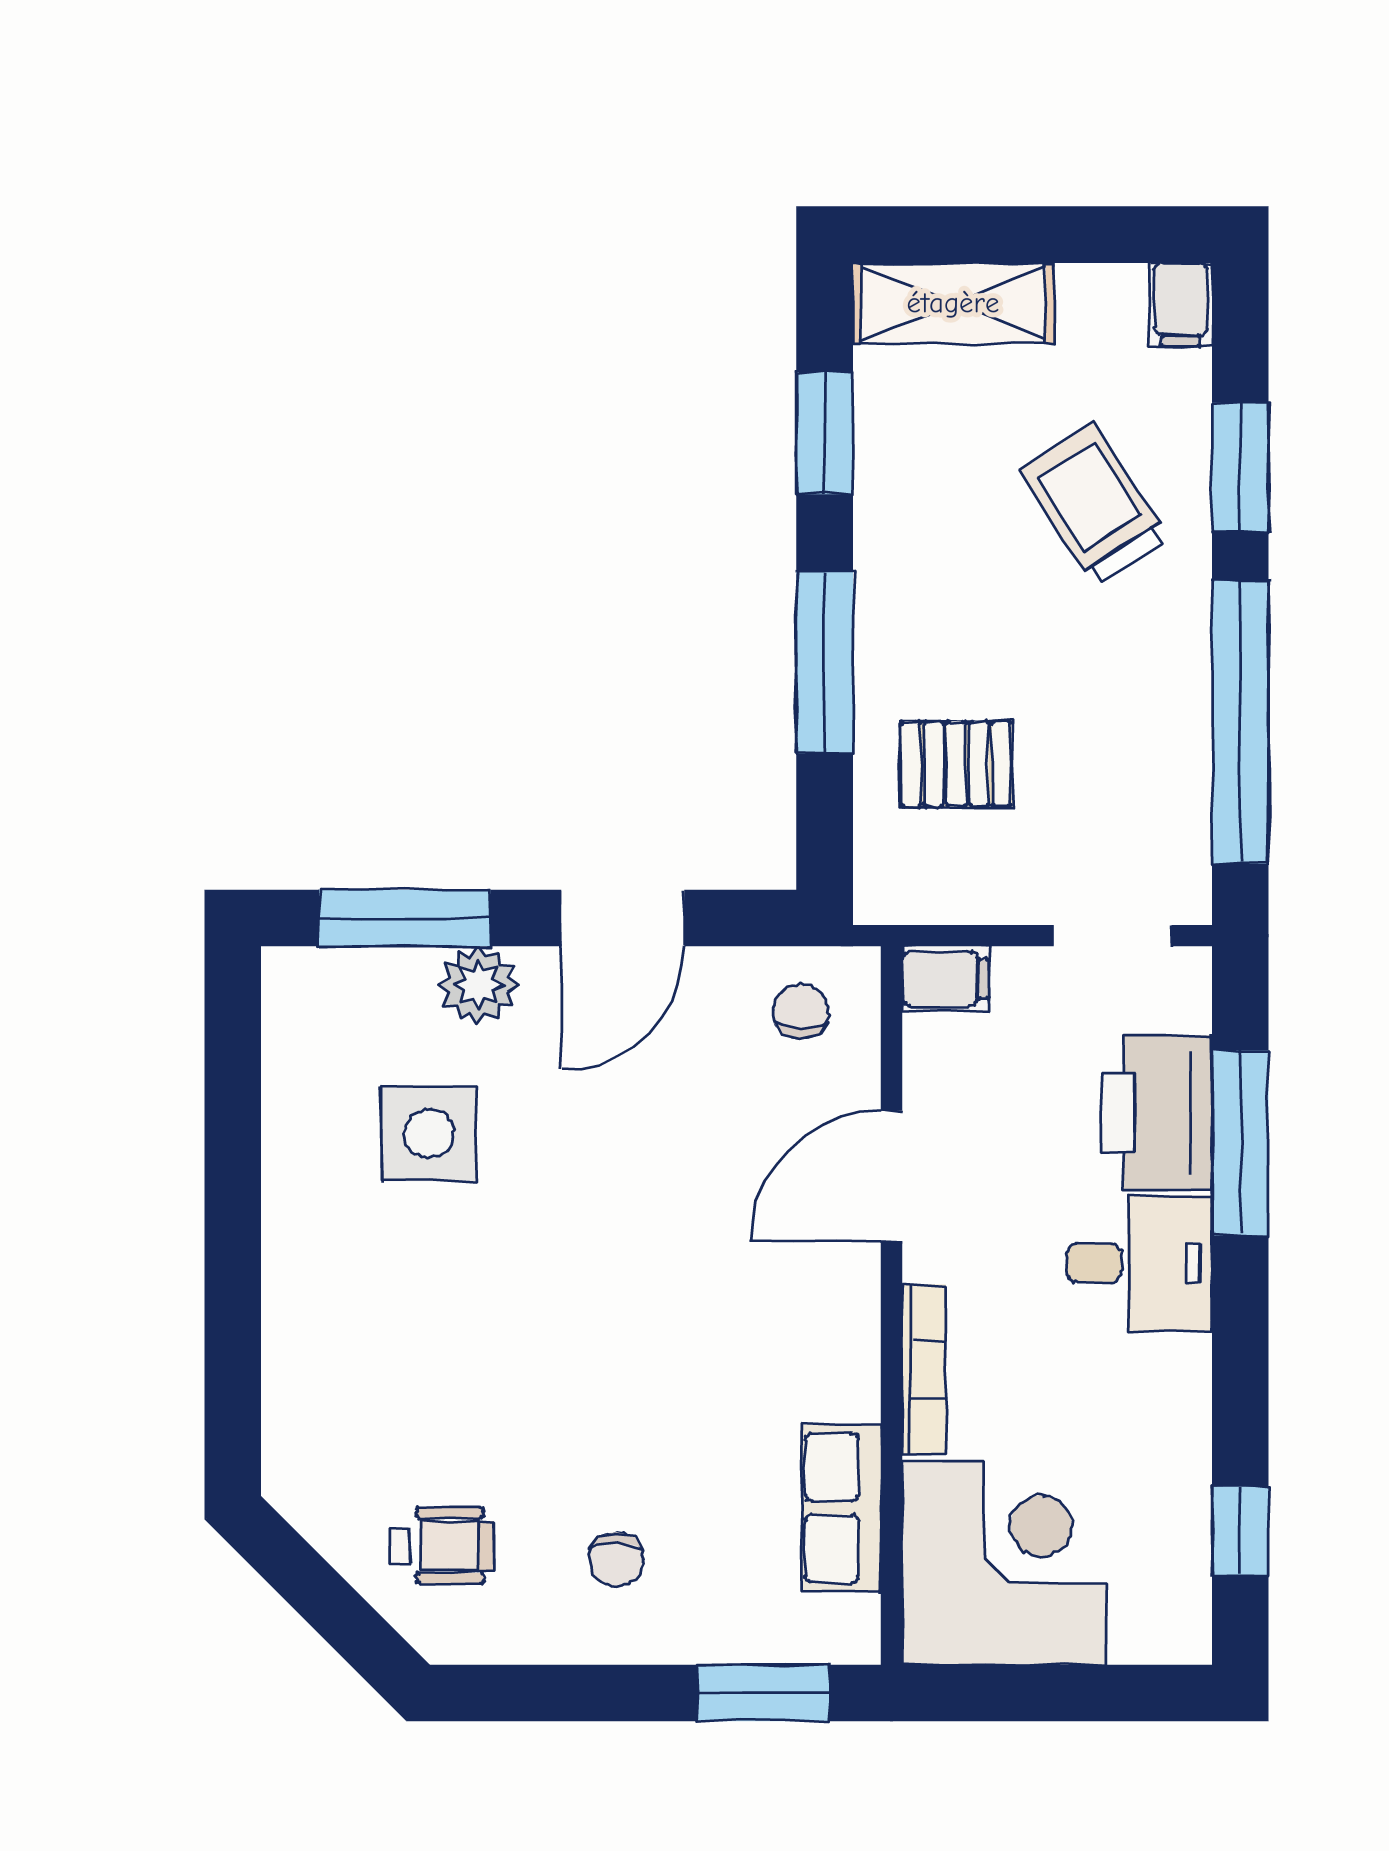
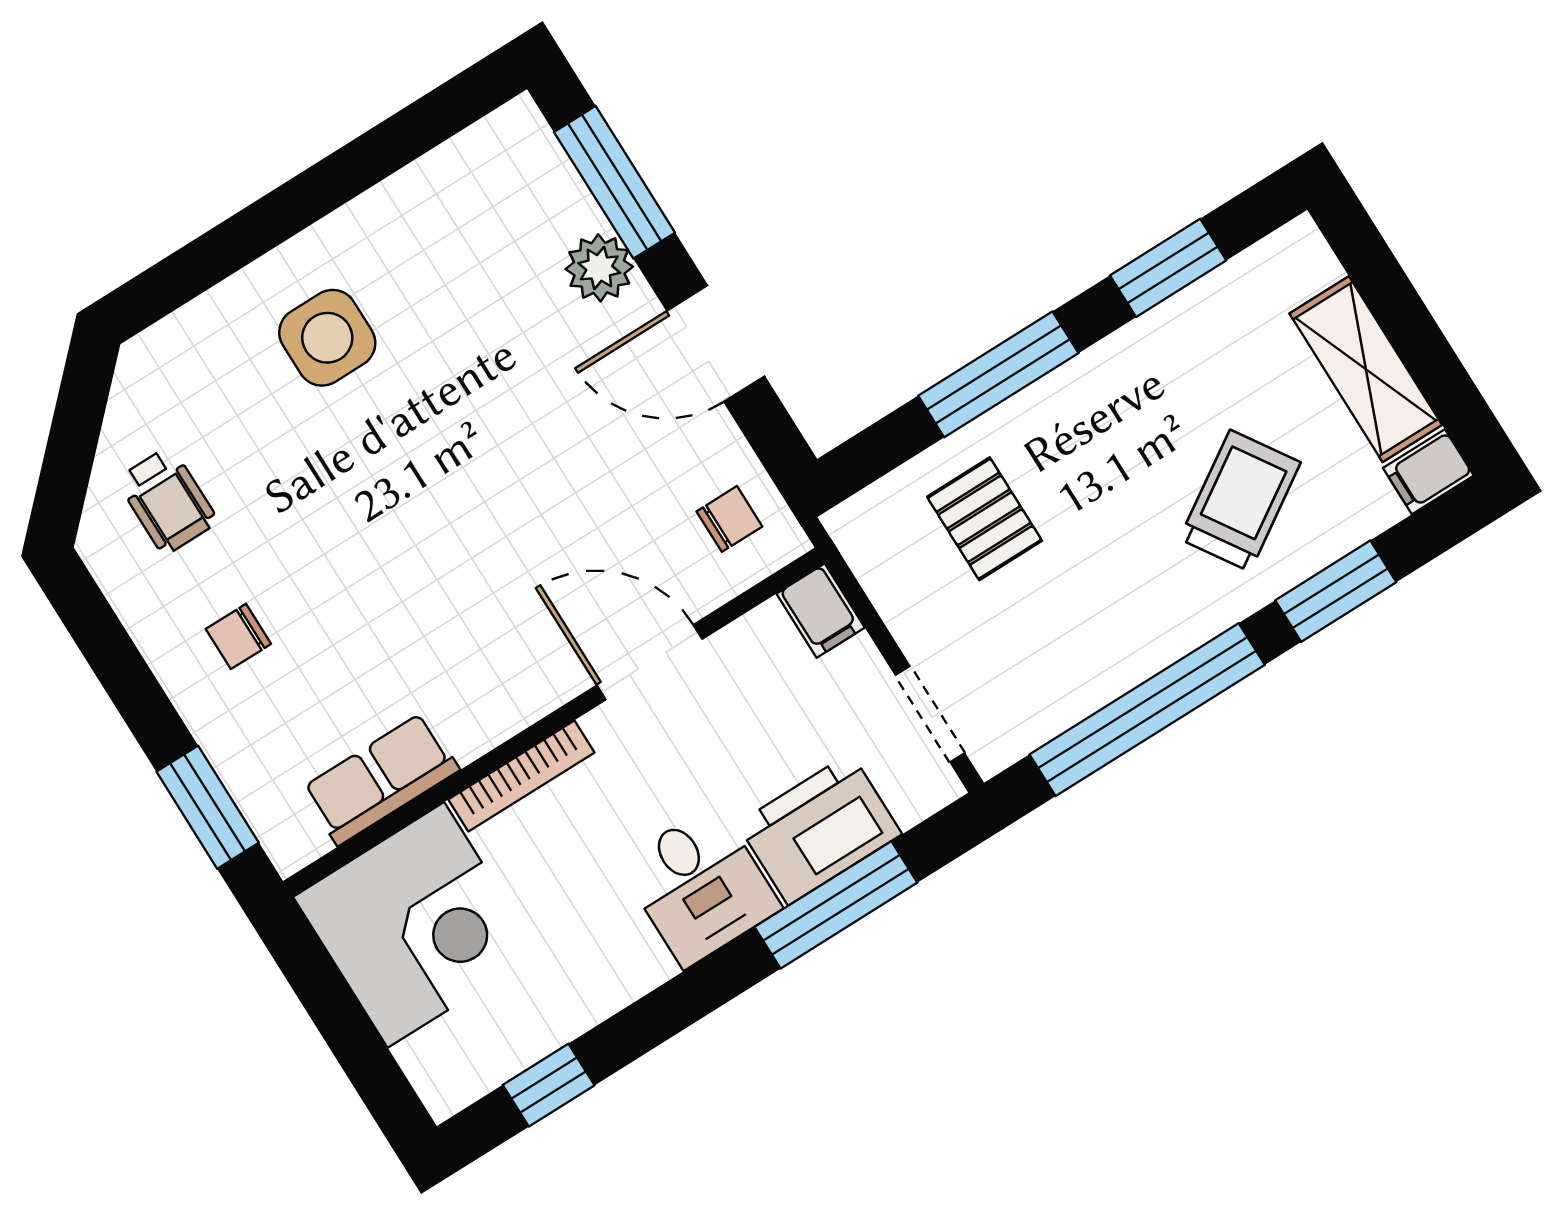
shelving: (953, 303) -> (1366, 369), moved
side table: (429, 1134) -> (327, 338), moved

